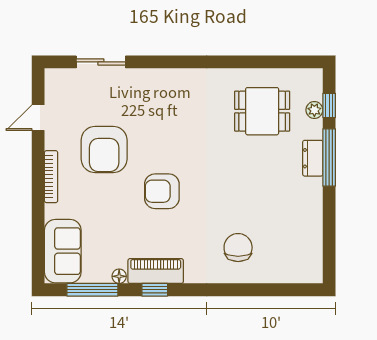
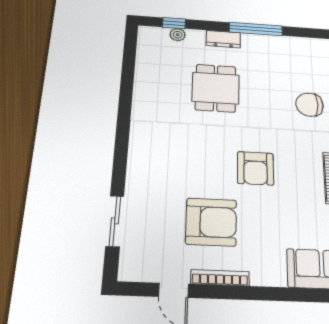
dining table: (262, 111) -> (216, 88), moved
window: (329, 158) -> (256, 29), moved
bookcase: (51, 177) -> (220, 278), moved

